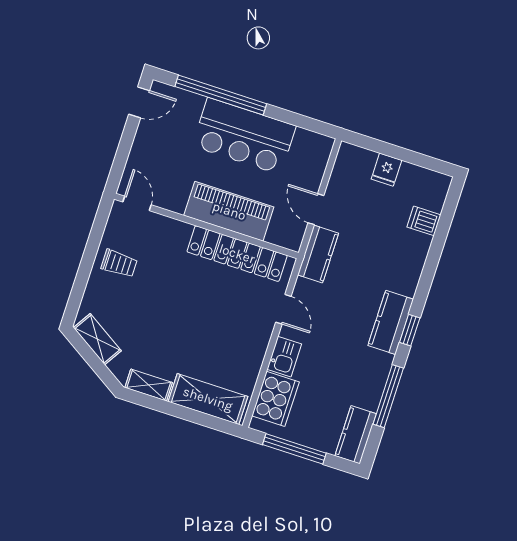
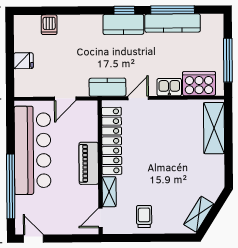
bar counter: (244, 136) -> (32, 150), width x1.36
piano: (229, 211) -> (89, 163), width x0.73, depth x0.75
kitchen counter: (318, 254) -> (107, 87), moved
shelving: (149, 385) -> (109, 192), moved
kitchen counter: (356, 435) -> (173, 23), moved, width x1.50

